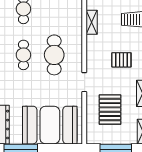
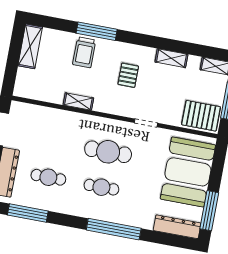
pallet: (110, 110) -> (201, 116), moved

